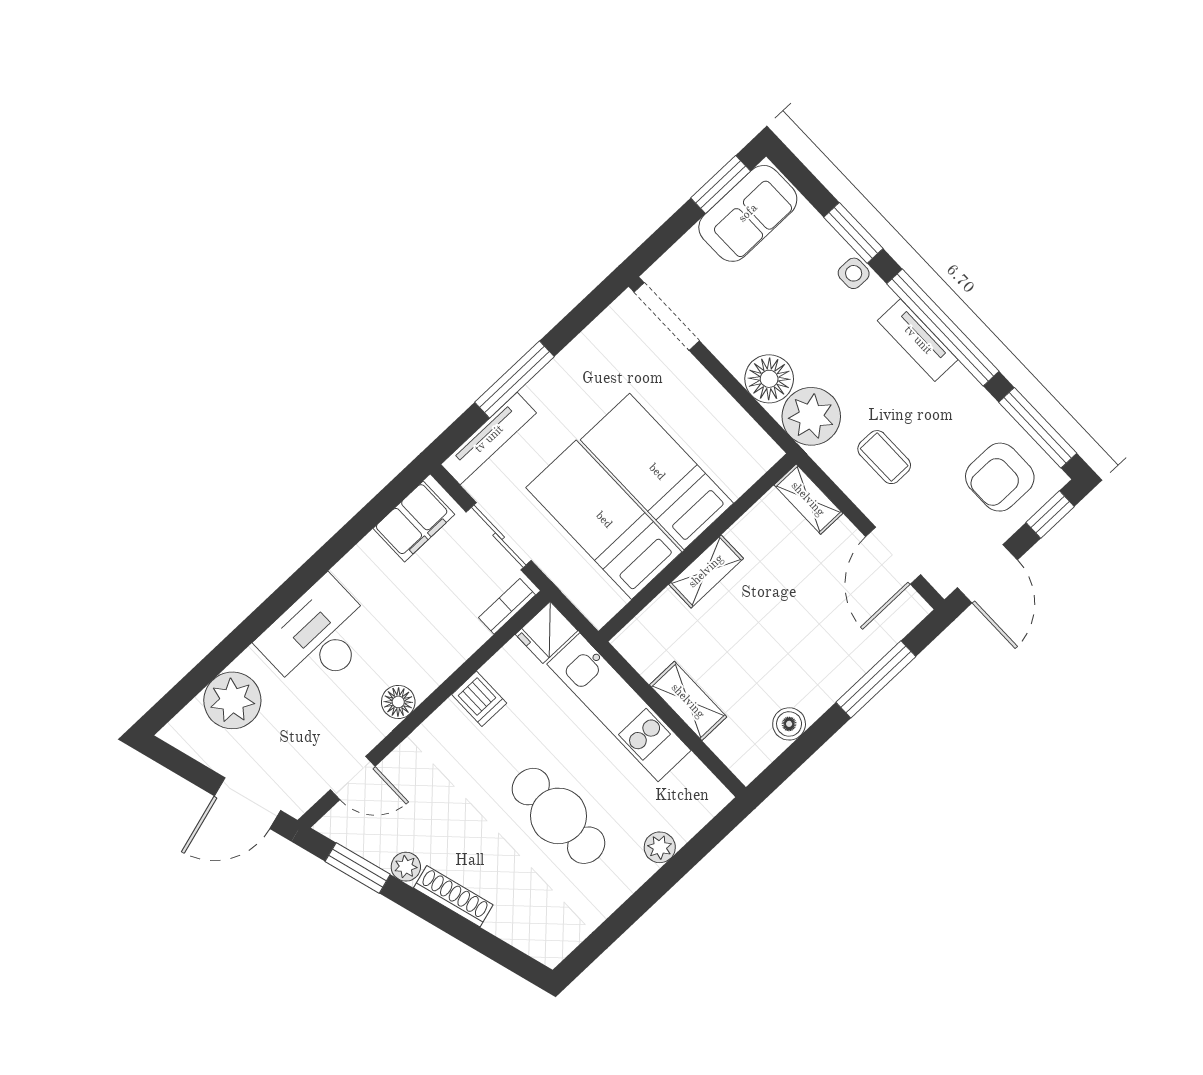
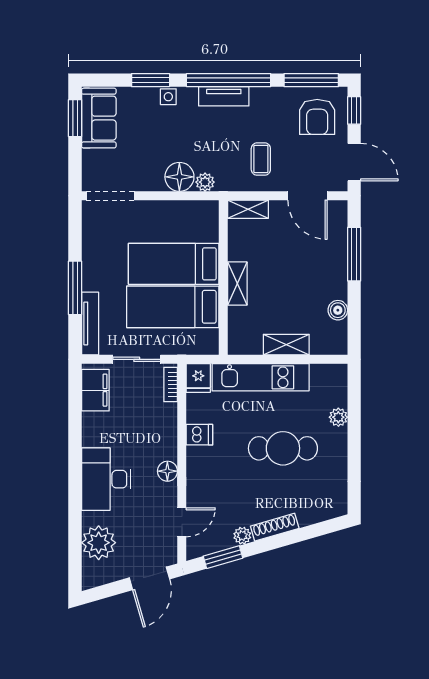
plant: (811, 416) -> (205, 182), width x0.53, depth x0.53
coffee table: (884, 457) -> (261, 159), turned 90

